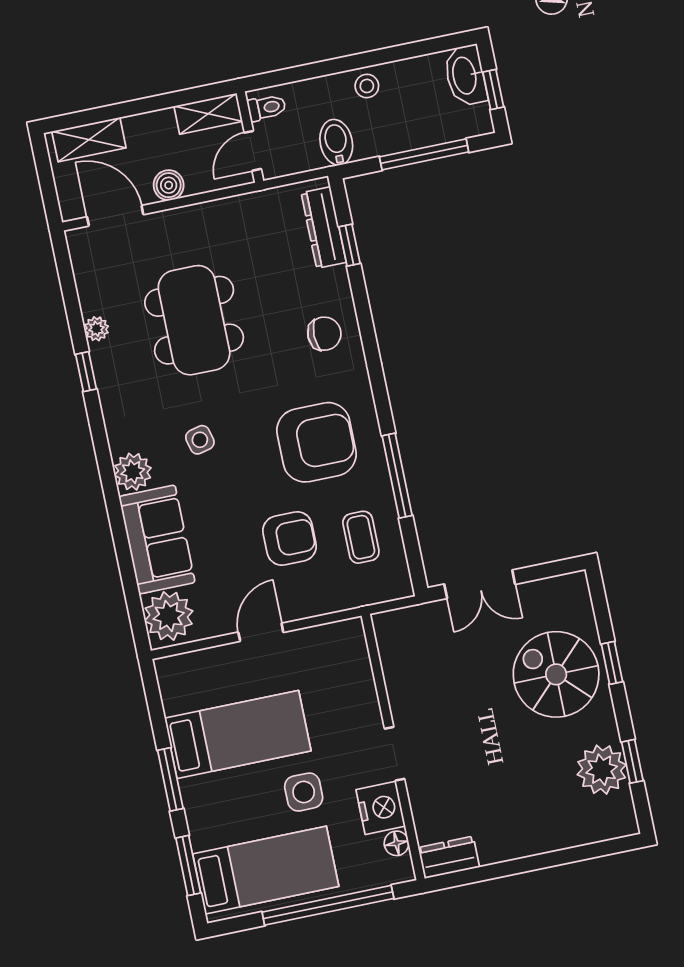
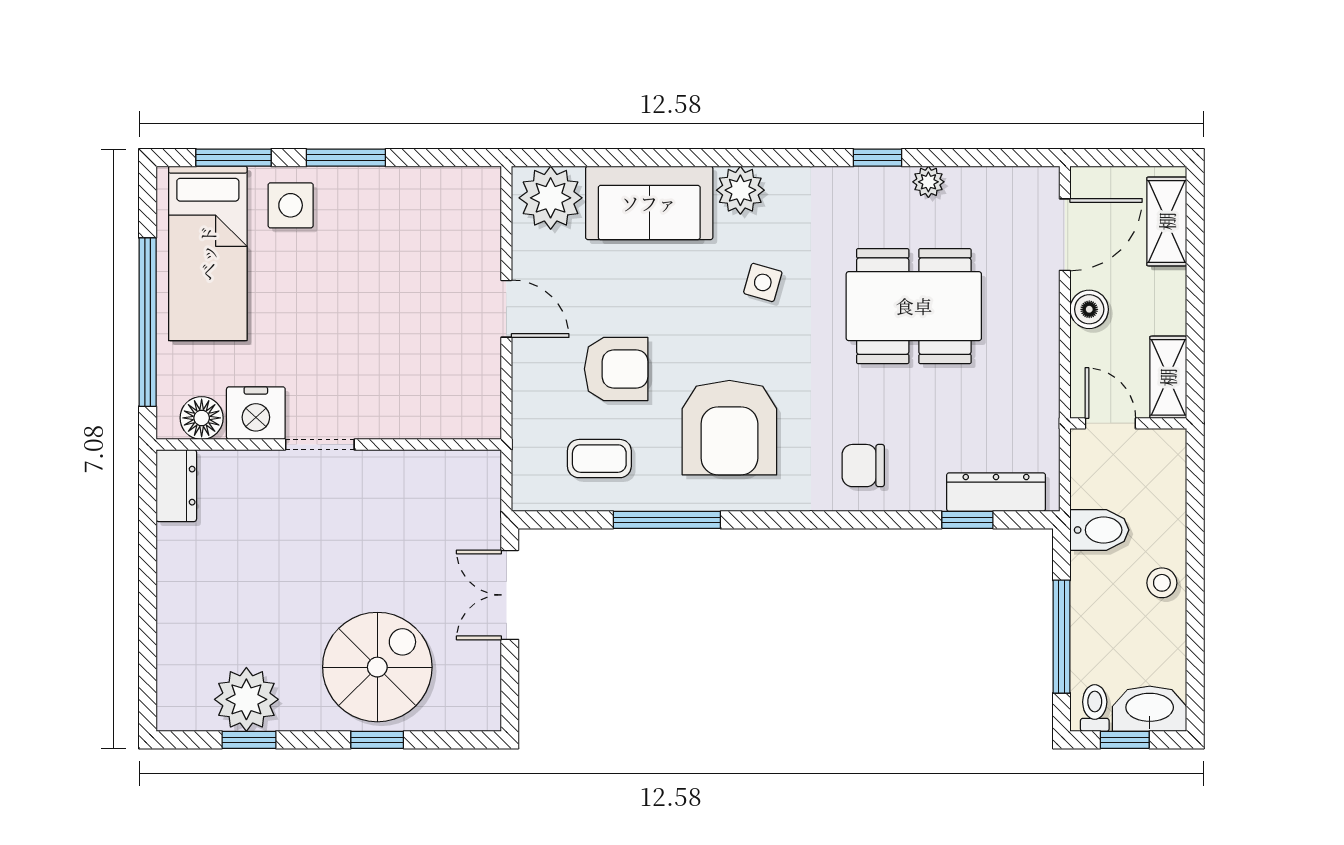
toilet: (267, 108) -> (1095, 708), moved, turned 180
chair: (324, 334) -> (863, 466), turned 90
side table: (200, 440) -> (763, 282), turned 30
armchair: (290, 538) -> (616, 369), turned -90
bed: (238, 735) -> (384, 254), removed
side table: (304, 792) -> (291, 205), moved
floor lamp: (396, 843) -> (202, 418), width x1.37, depth x1.37

